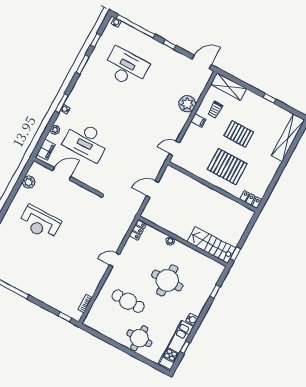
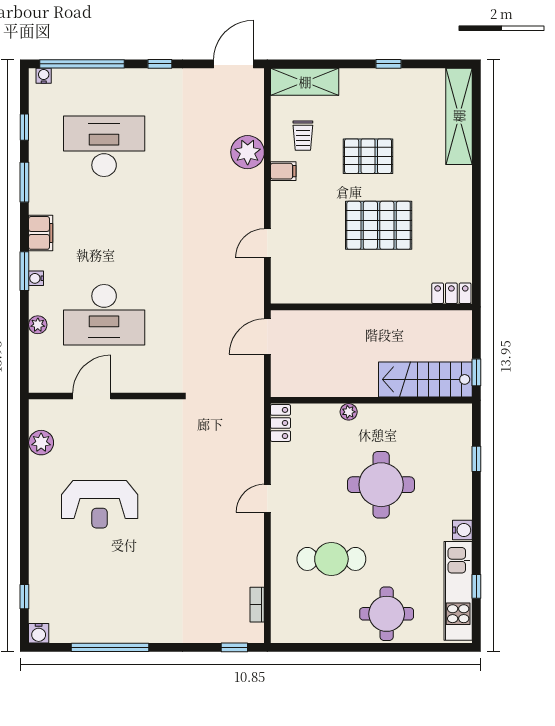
filing cabinet: (46, 150) -> (41, 233), moved
wall: (212, 187) -> (371, 307), moved
locker: (251, 199) -> (451, 293), moved

